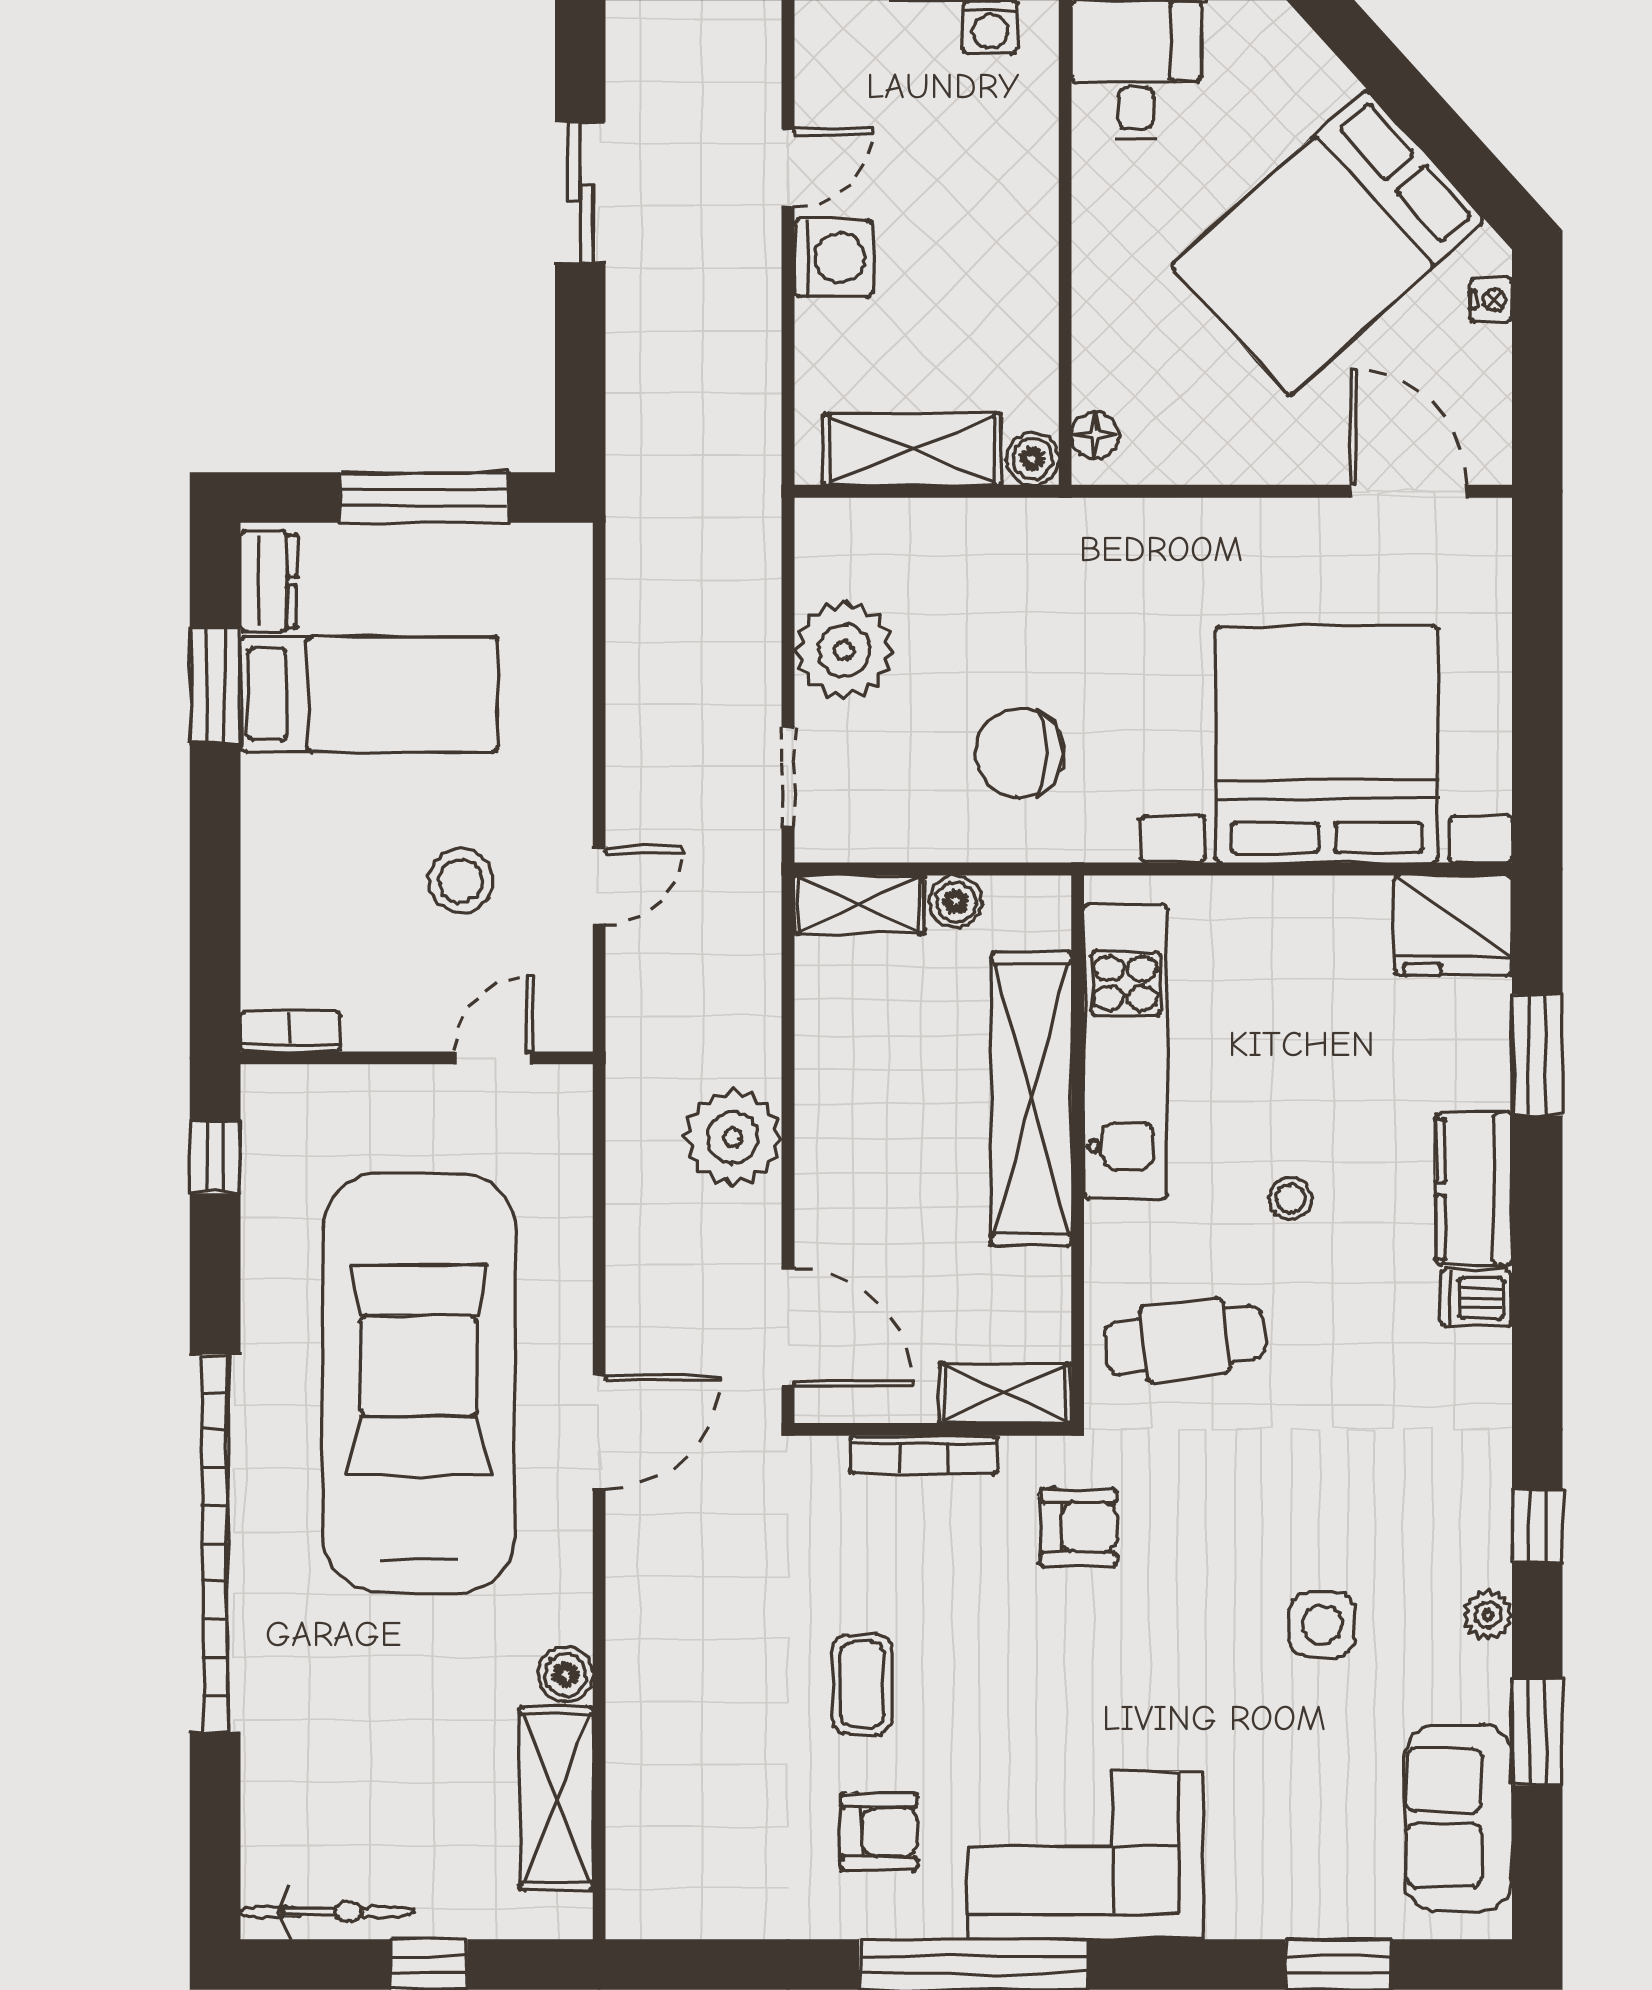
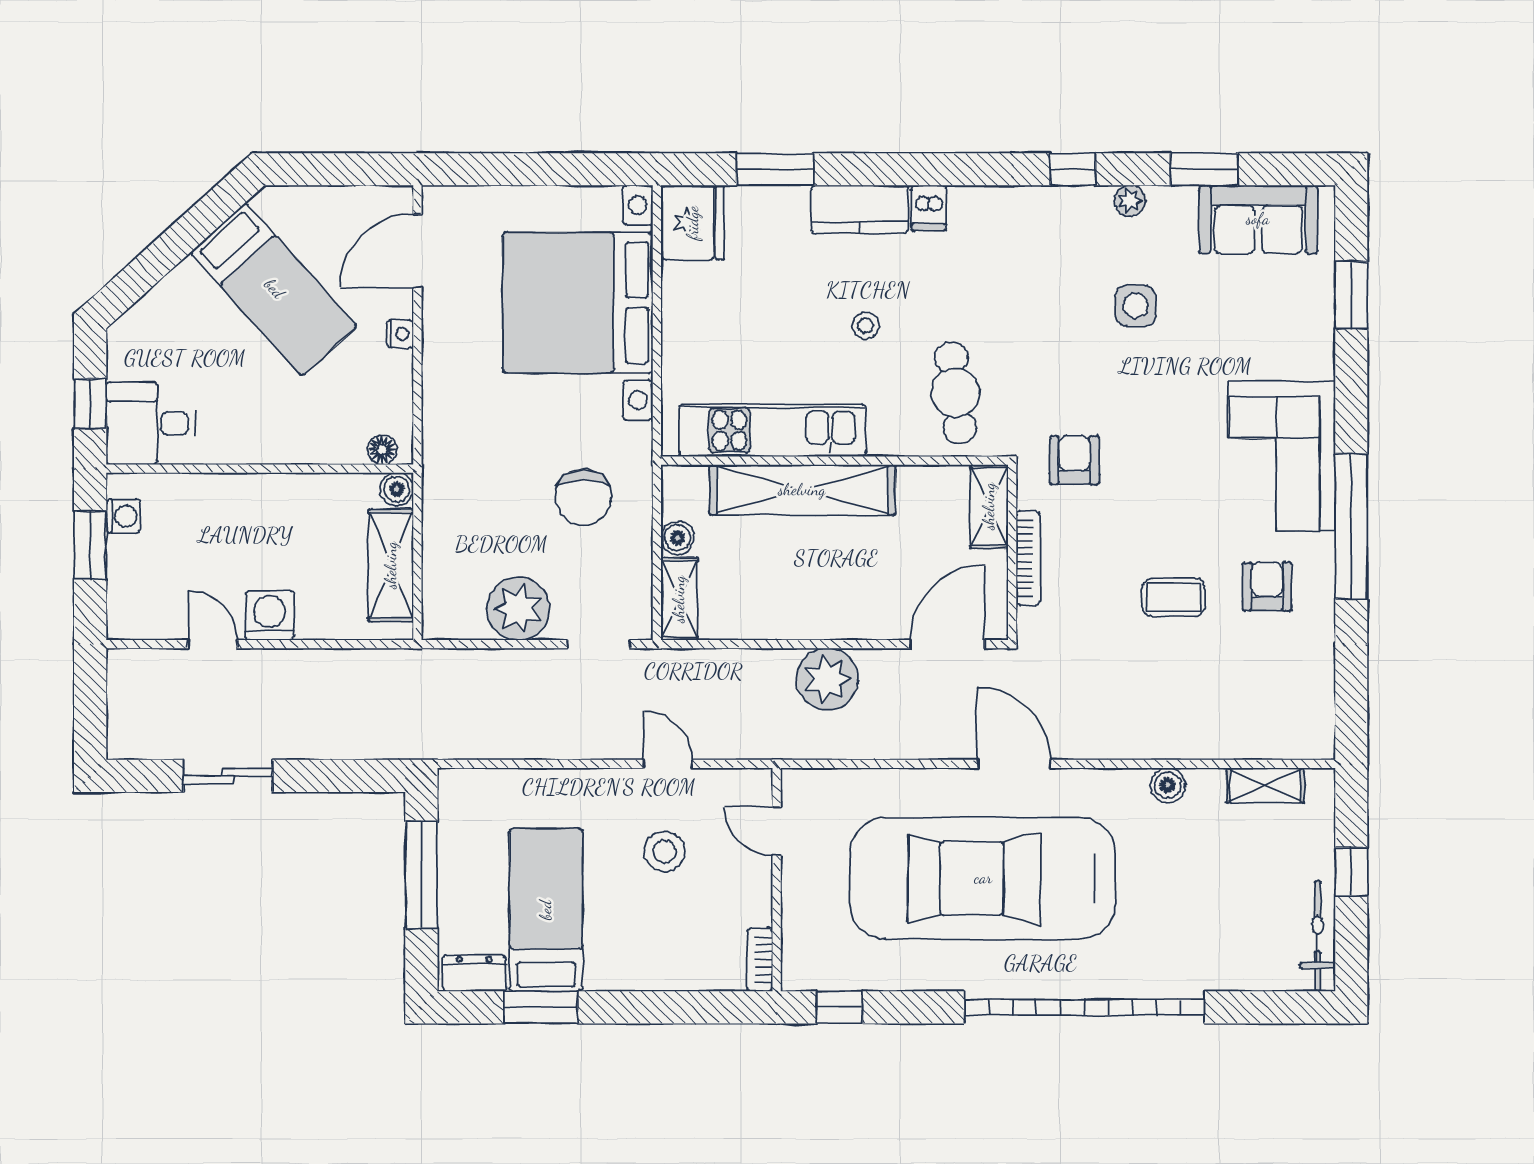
bed: (1328, 243) -> (274, 289), width x0.67
nightstand: (1491, 300) -> (400, 334), moved, turned 90
shelving: (556, 1799) -> (1265, 785), width x0.67, depth x0.75

